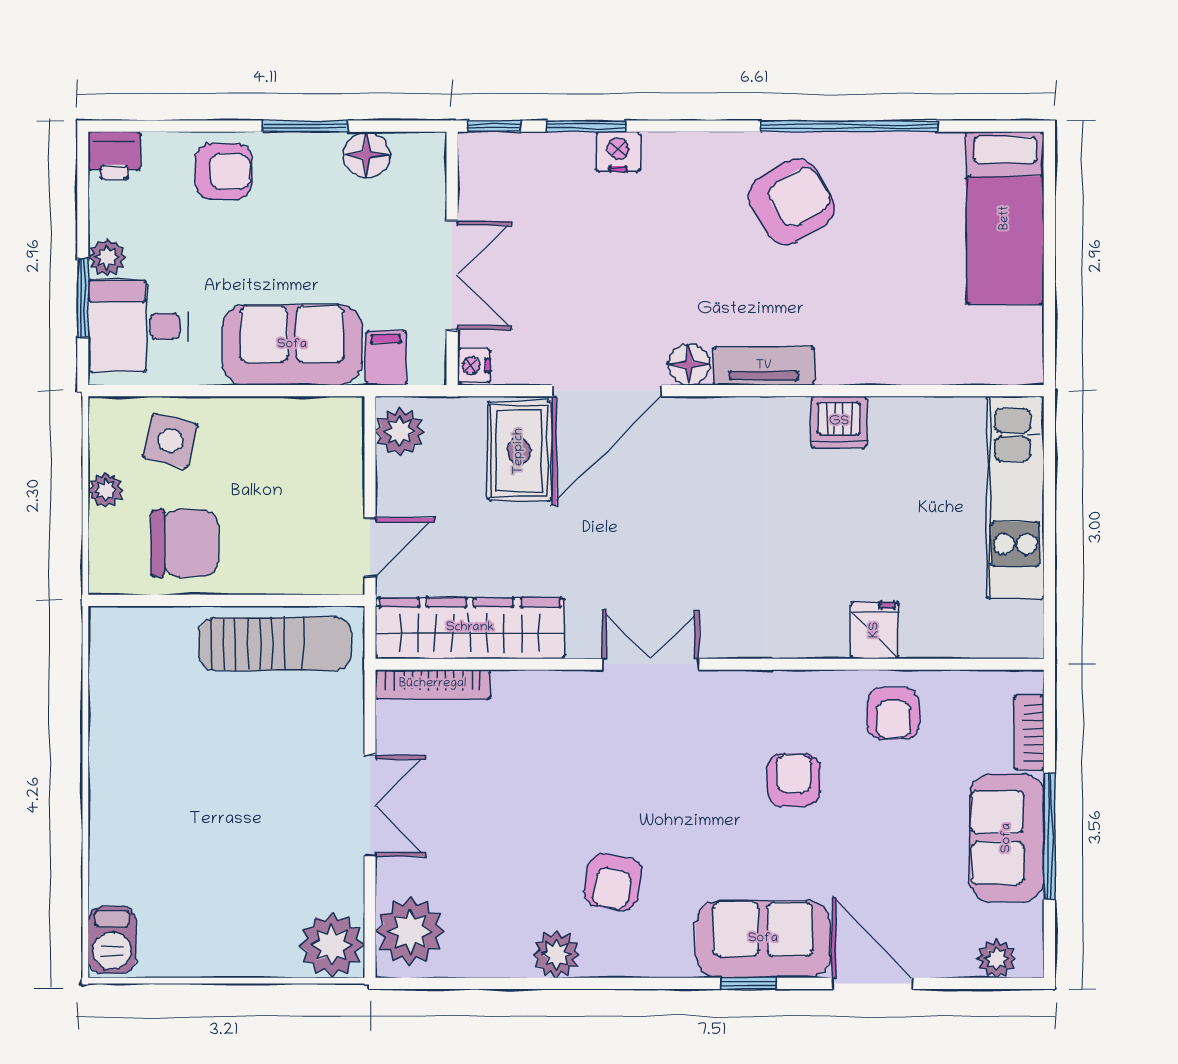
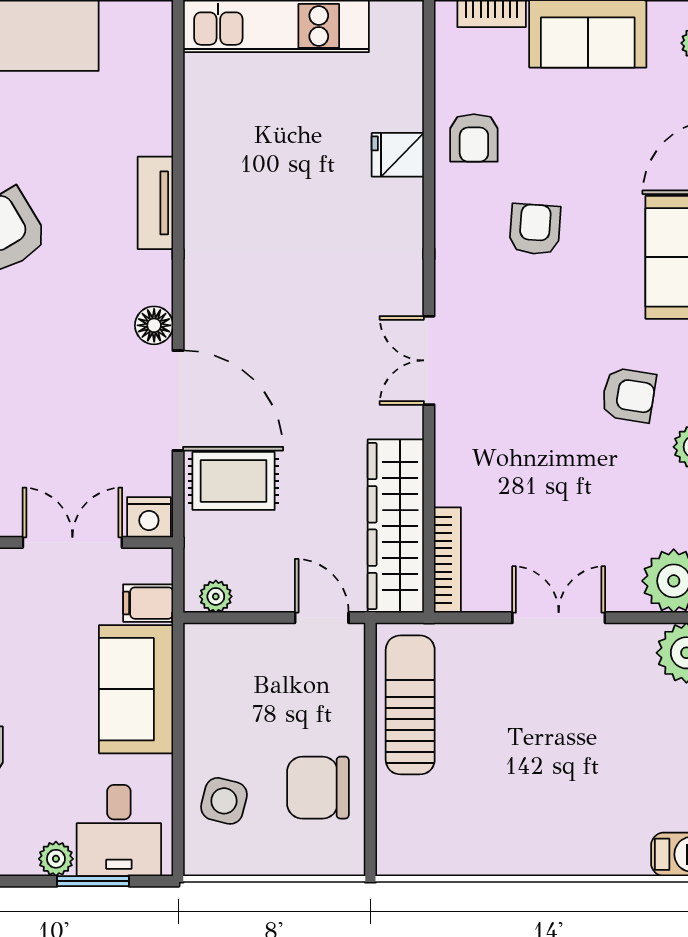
nightstand: (474, 366) -> (149, 517), width x1.39, depth x1.35
tv unit: (764, 366) -> (155, 203), moved
dishwasher: (839, 422) -> (207, 188), removed
plant: (400, 432) -> (216, 596), width x0.73, depth x0.73
plant: (106, 490) -> (269, 860), removed
chair: (185, 543) -> (318, 788), turned -90
armchair: (893, 713) -> (474, 138), turned 90
armchair: (794, 780) -> (535, 229), turned 94

